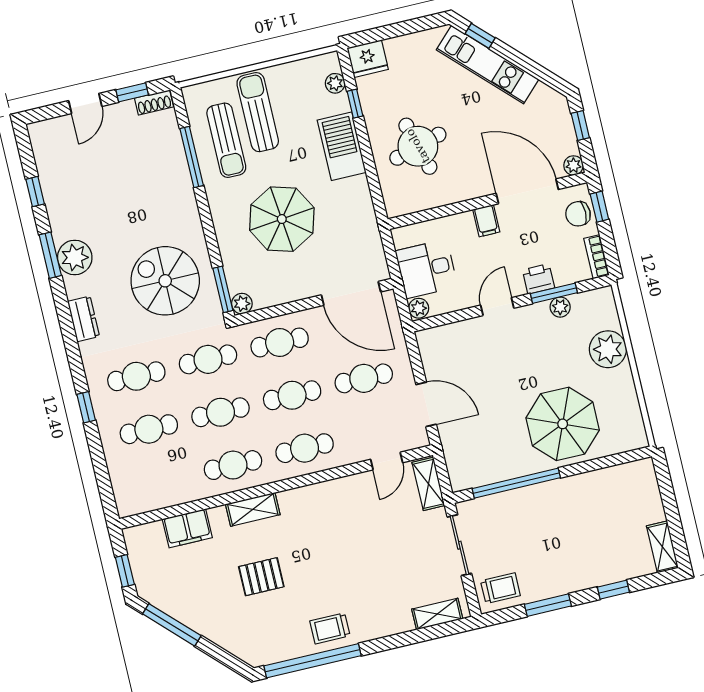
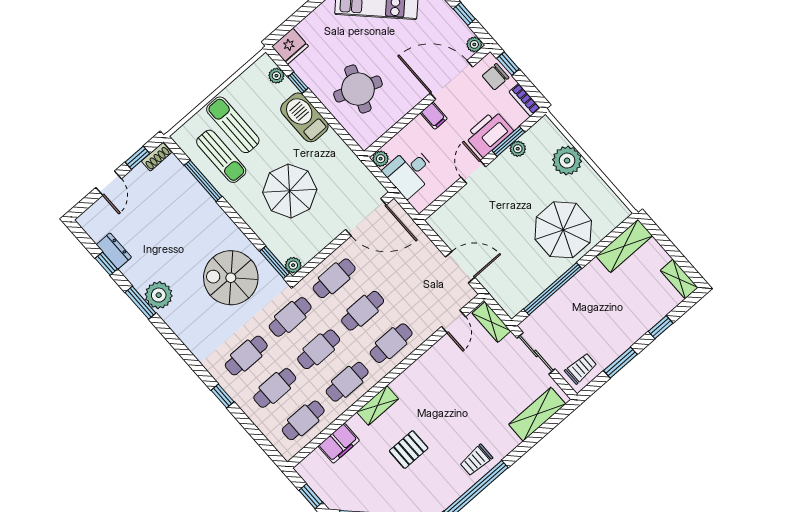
round table: (418, 146) -> (358, 89), turned 37
printer: (538, 279) -> (489, 133), width x1.87, depth x1.48
plant: (419, 308) -> (381, 159), moved
dresser: (84, 319) -> (114, 251), moved
cafe table: (364, 378) -> (303, 420), moved
shelving: (621, 478) -> (624, 246), added
shelving: (437, 614) -> (537, 414), width x1.50, depth x1.33

